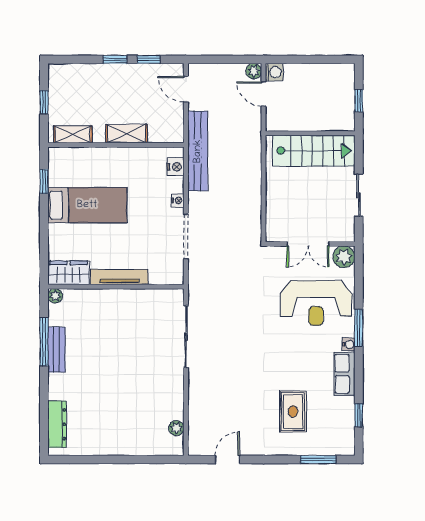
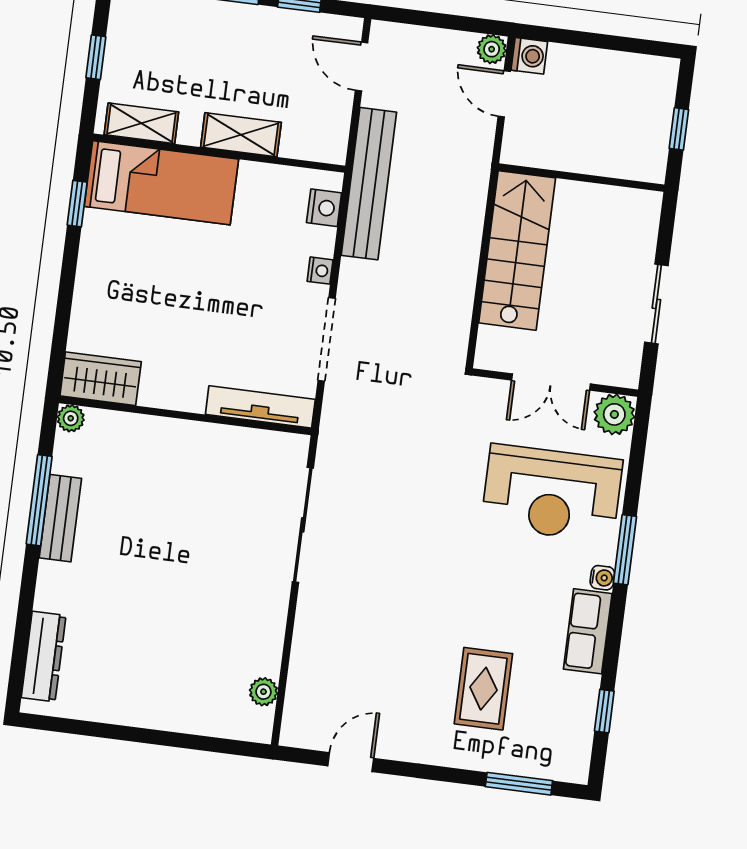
stairs: (314, 151) -> (517, 250), moved, turned -90
bed: (87, 205) -> (161, 183), moved
tv unit: (119, 277) -> (260, 407), moved

